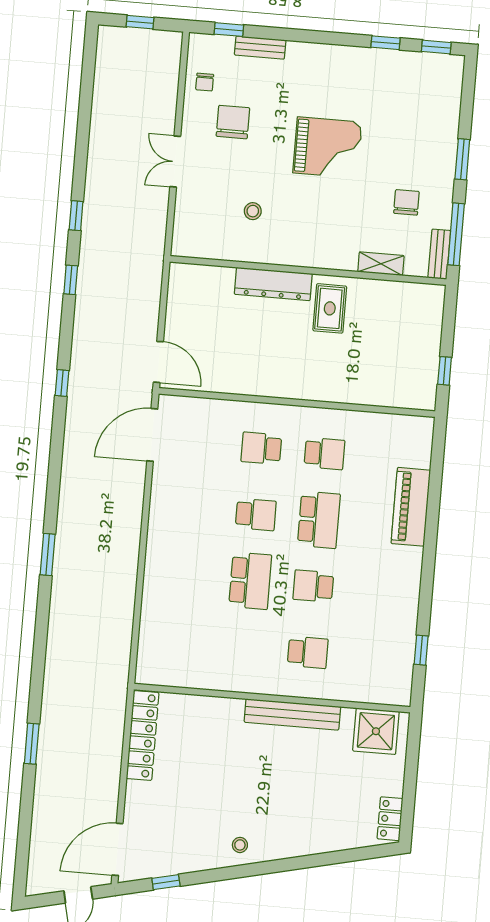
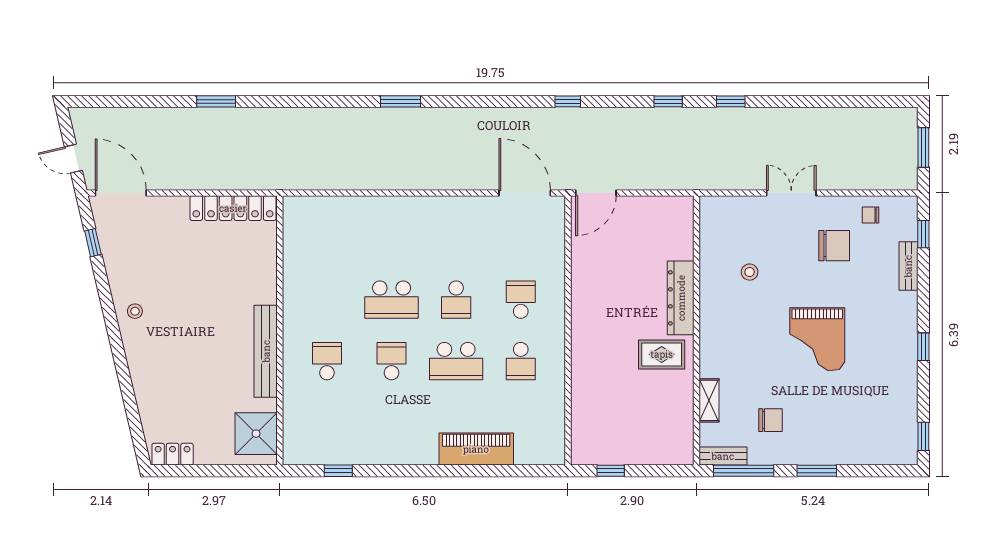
window: (140, 22) -> (923, 148), width x1.50
window: (385, 43) -> (923, 347), moved
school desk: (308, 652) -> (327, 361), turned 180

